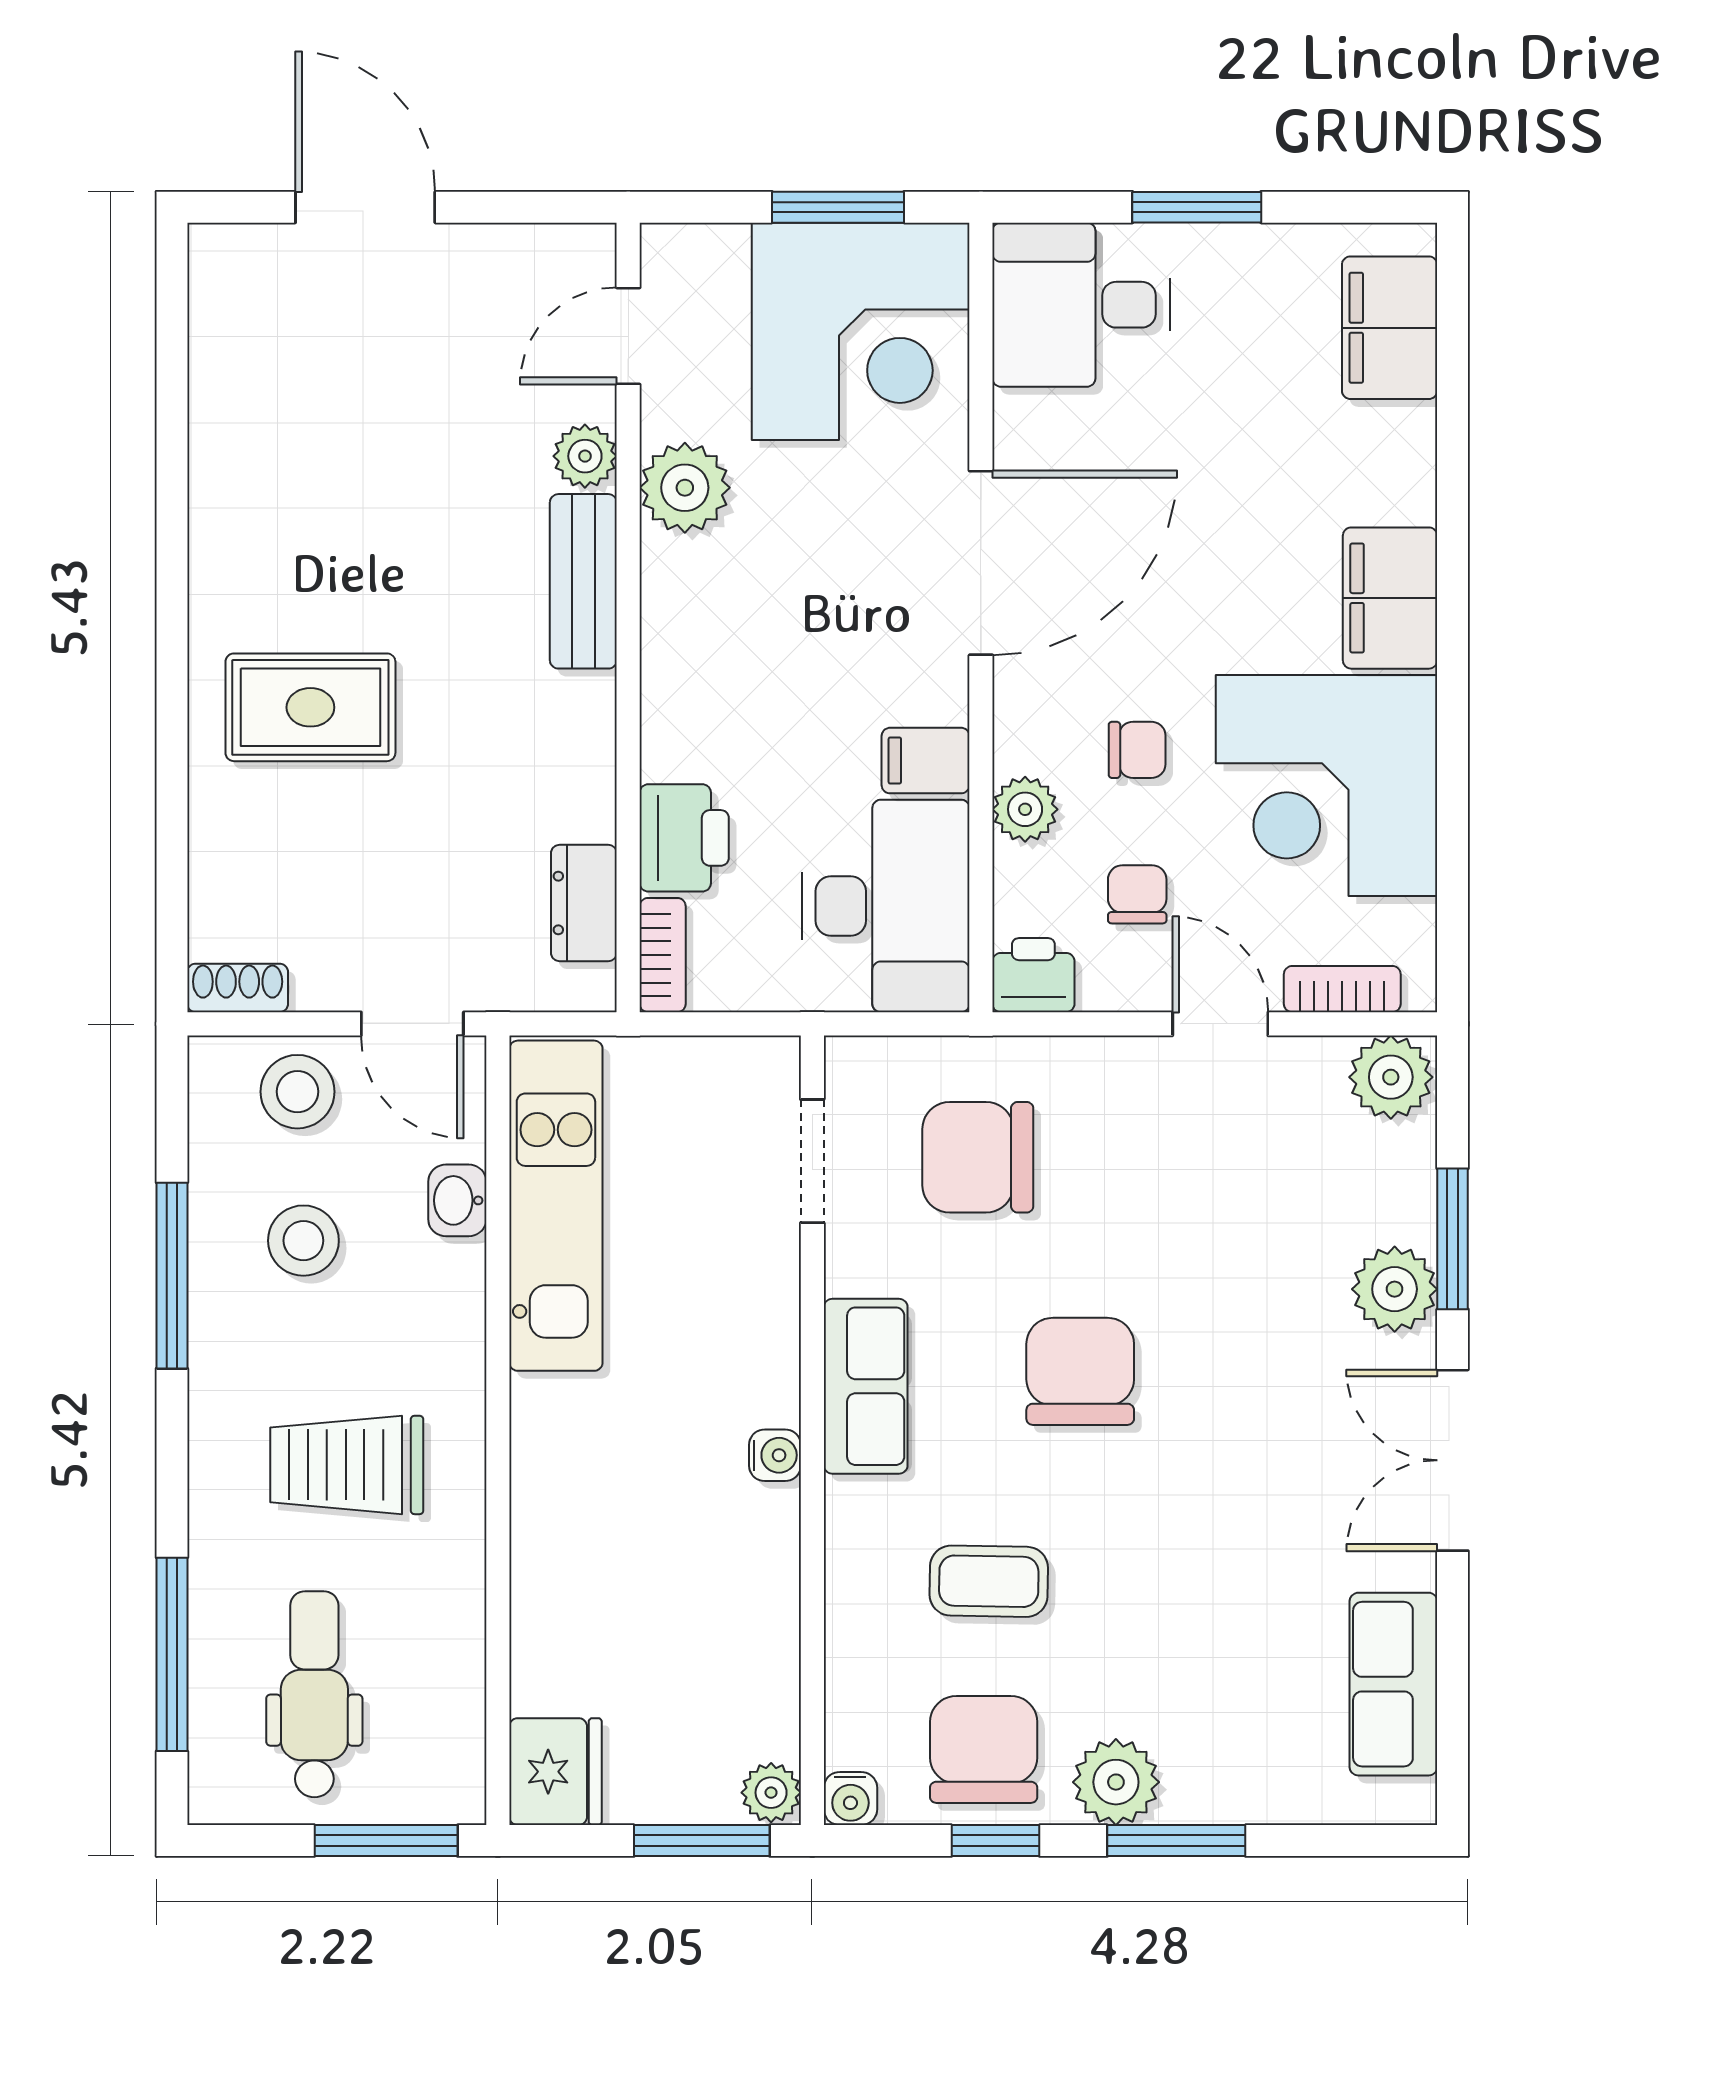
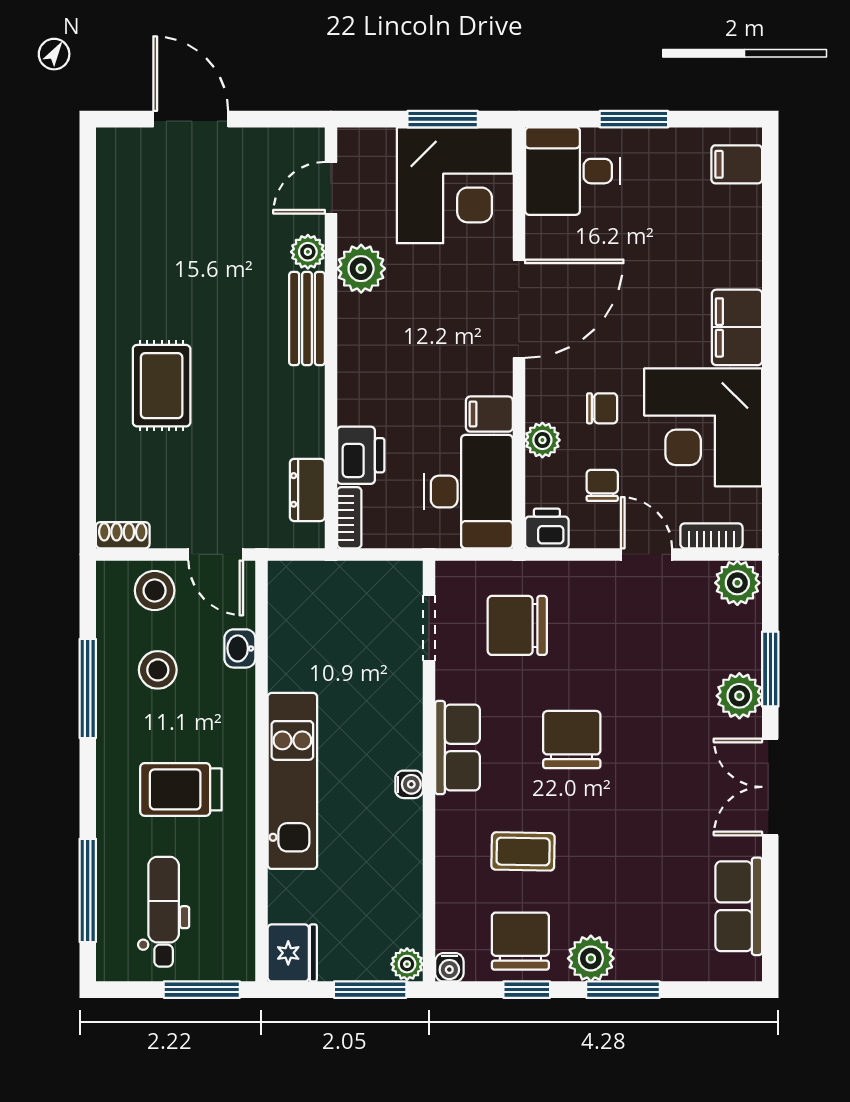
filing cabinet: (1390, 328) -> (737, 164), width x0.50
rug: (310, 707) -> (162, 386), turned 90
kitchen unit: (556, 1206) -> (292, 781), moved

